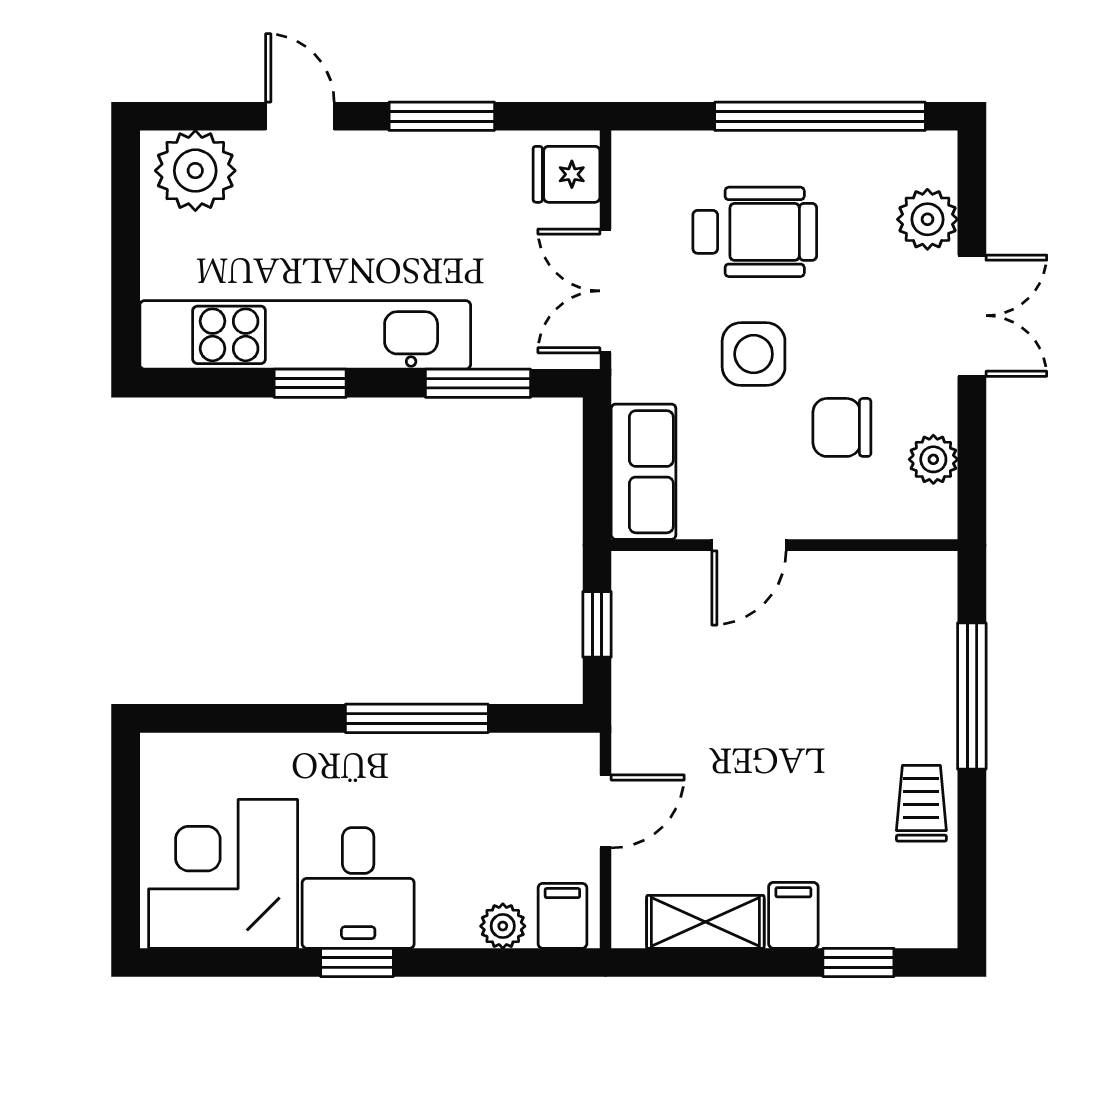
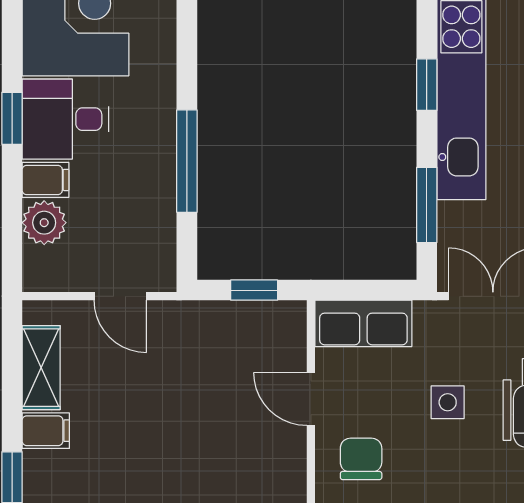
side table: (754, 354) -> (448, 402), width x0.73, depth x0.73
chair: (842, 427) -> (361, 459), moved
filing cabinet: (562, 916) -> (45, 180), moved
plant: (503, 926) -> (44, 223), width x1.38, depth x1.38

